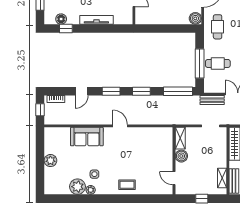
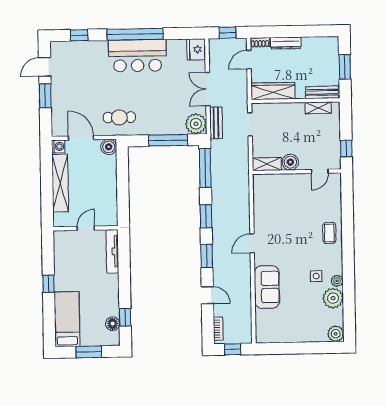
tv unit: (96, 20) -> (112, 251), moved
cafe table: (218, 63) -> (168, 116), removed
plant: (212, 85) -> (196, 124), added
plant: (50, 161) -> (336, 334), moved
window: (202, 199) -> (346, 148), moved

